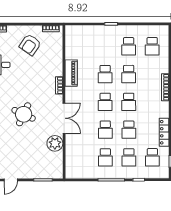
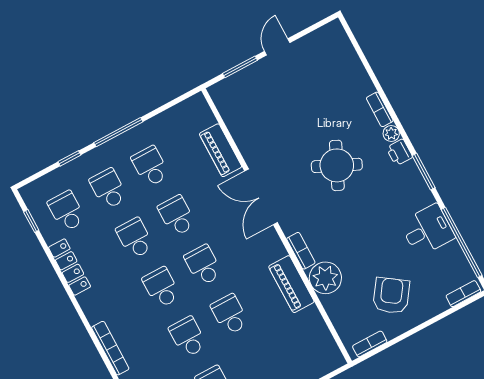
plant: (55, 143) -> (325, 278), moved
piano: (71, 148) -> (221, 150), added
door: (11, 180) -> (277, 47), moved

